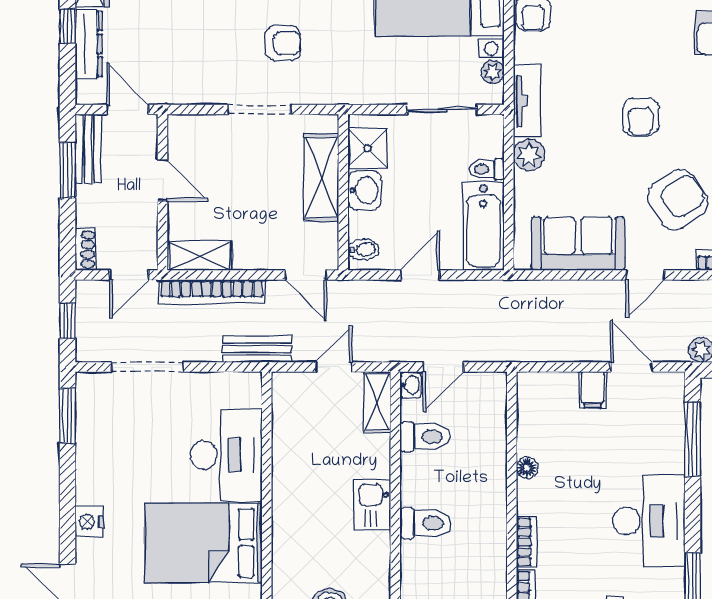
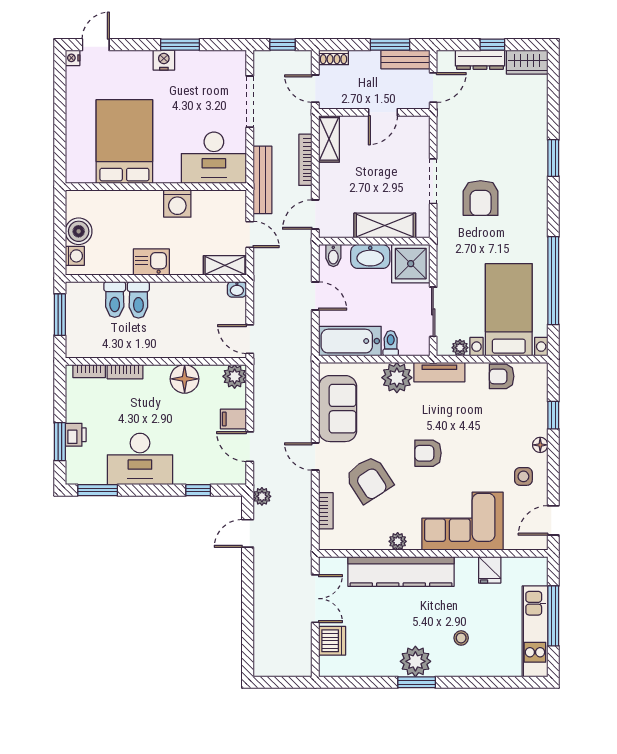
armchair: (283, 43) -> (481, 198), width x1.38, depth x1.38
shower: (368, 148) -> (411, 264), width x1.36, depth x1.36
plant: (529, 155) -> (397, 378), width x1.36, depth x1.36
washbasin: (365, 190) -> (370, 256), width x1.38
bookcase: (212, 292) -> (305, 160), width x0.68, depth x0.76
bench: (257, 349) -> (262, 180), width x1.36
door: (443, 367) -> (250, 339), moved
door: (631, 367) -> (250, 447), swing flipped
plant: (533, 388) -> (235, 376), added
window: (68, 416) -> (180, 45), moved
toilet: (425, 437) -> (115, 300), moved
window: (693, 439) -> (198, 490), width x0.46
desk: (226, 455) -> (214, 158), moved
floor lamp: (527, 468) -> (185, 379), width x1.89, depth x1.89
washing machine: (290, 469) -> (177, 204), added
nightstand: (89, 522) -> (164, 60), moved

